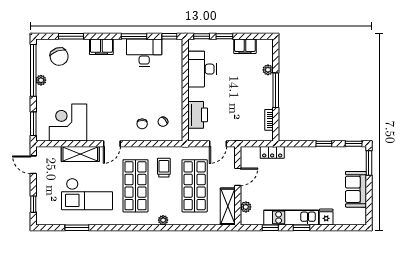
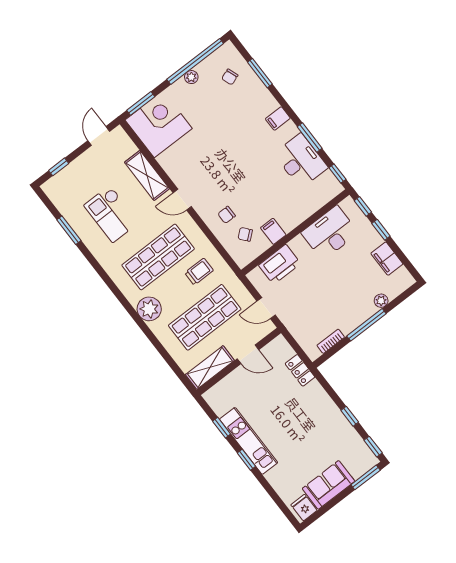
filing cabinet: (101, 47) -> (278, 118), width x0.50
chair: (59, 57) -> (230, 77), width x0.54, depth x0.54
filing cabinet: (174, 103) -> (273, 231), added
corner desk: (68, 123) -> (159, 124), moved
checkout: (87, 194) -> (111, 214), width x0.73, depth x0.83
plant: (246, 207) -> (224, 386), removed
fridge: (326, 217) -> (304, 508), moved, turned -90
plant: (163, 220) -> (149, 309), width x1.88, depth x1.88

